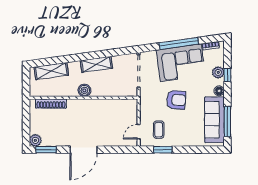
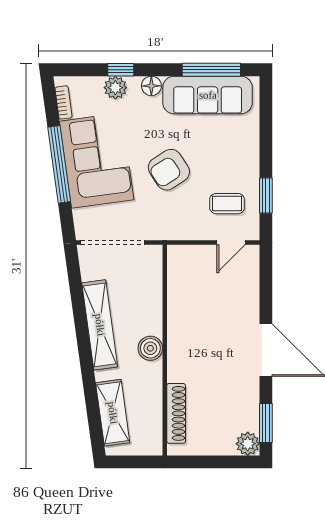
shelving: (96, 64) -> (100, 325), width x1.47
armchair: (176, 100) -> (169, 170), turned -127
door: (139, 132) -> (231, 243), hinge flipped

